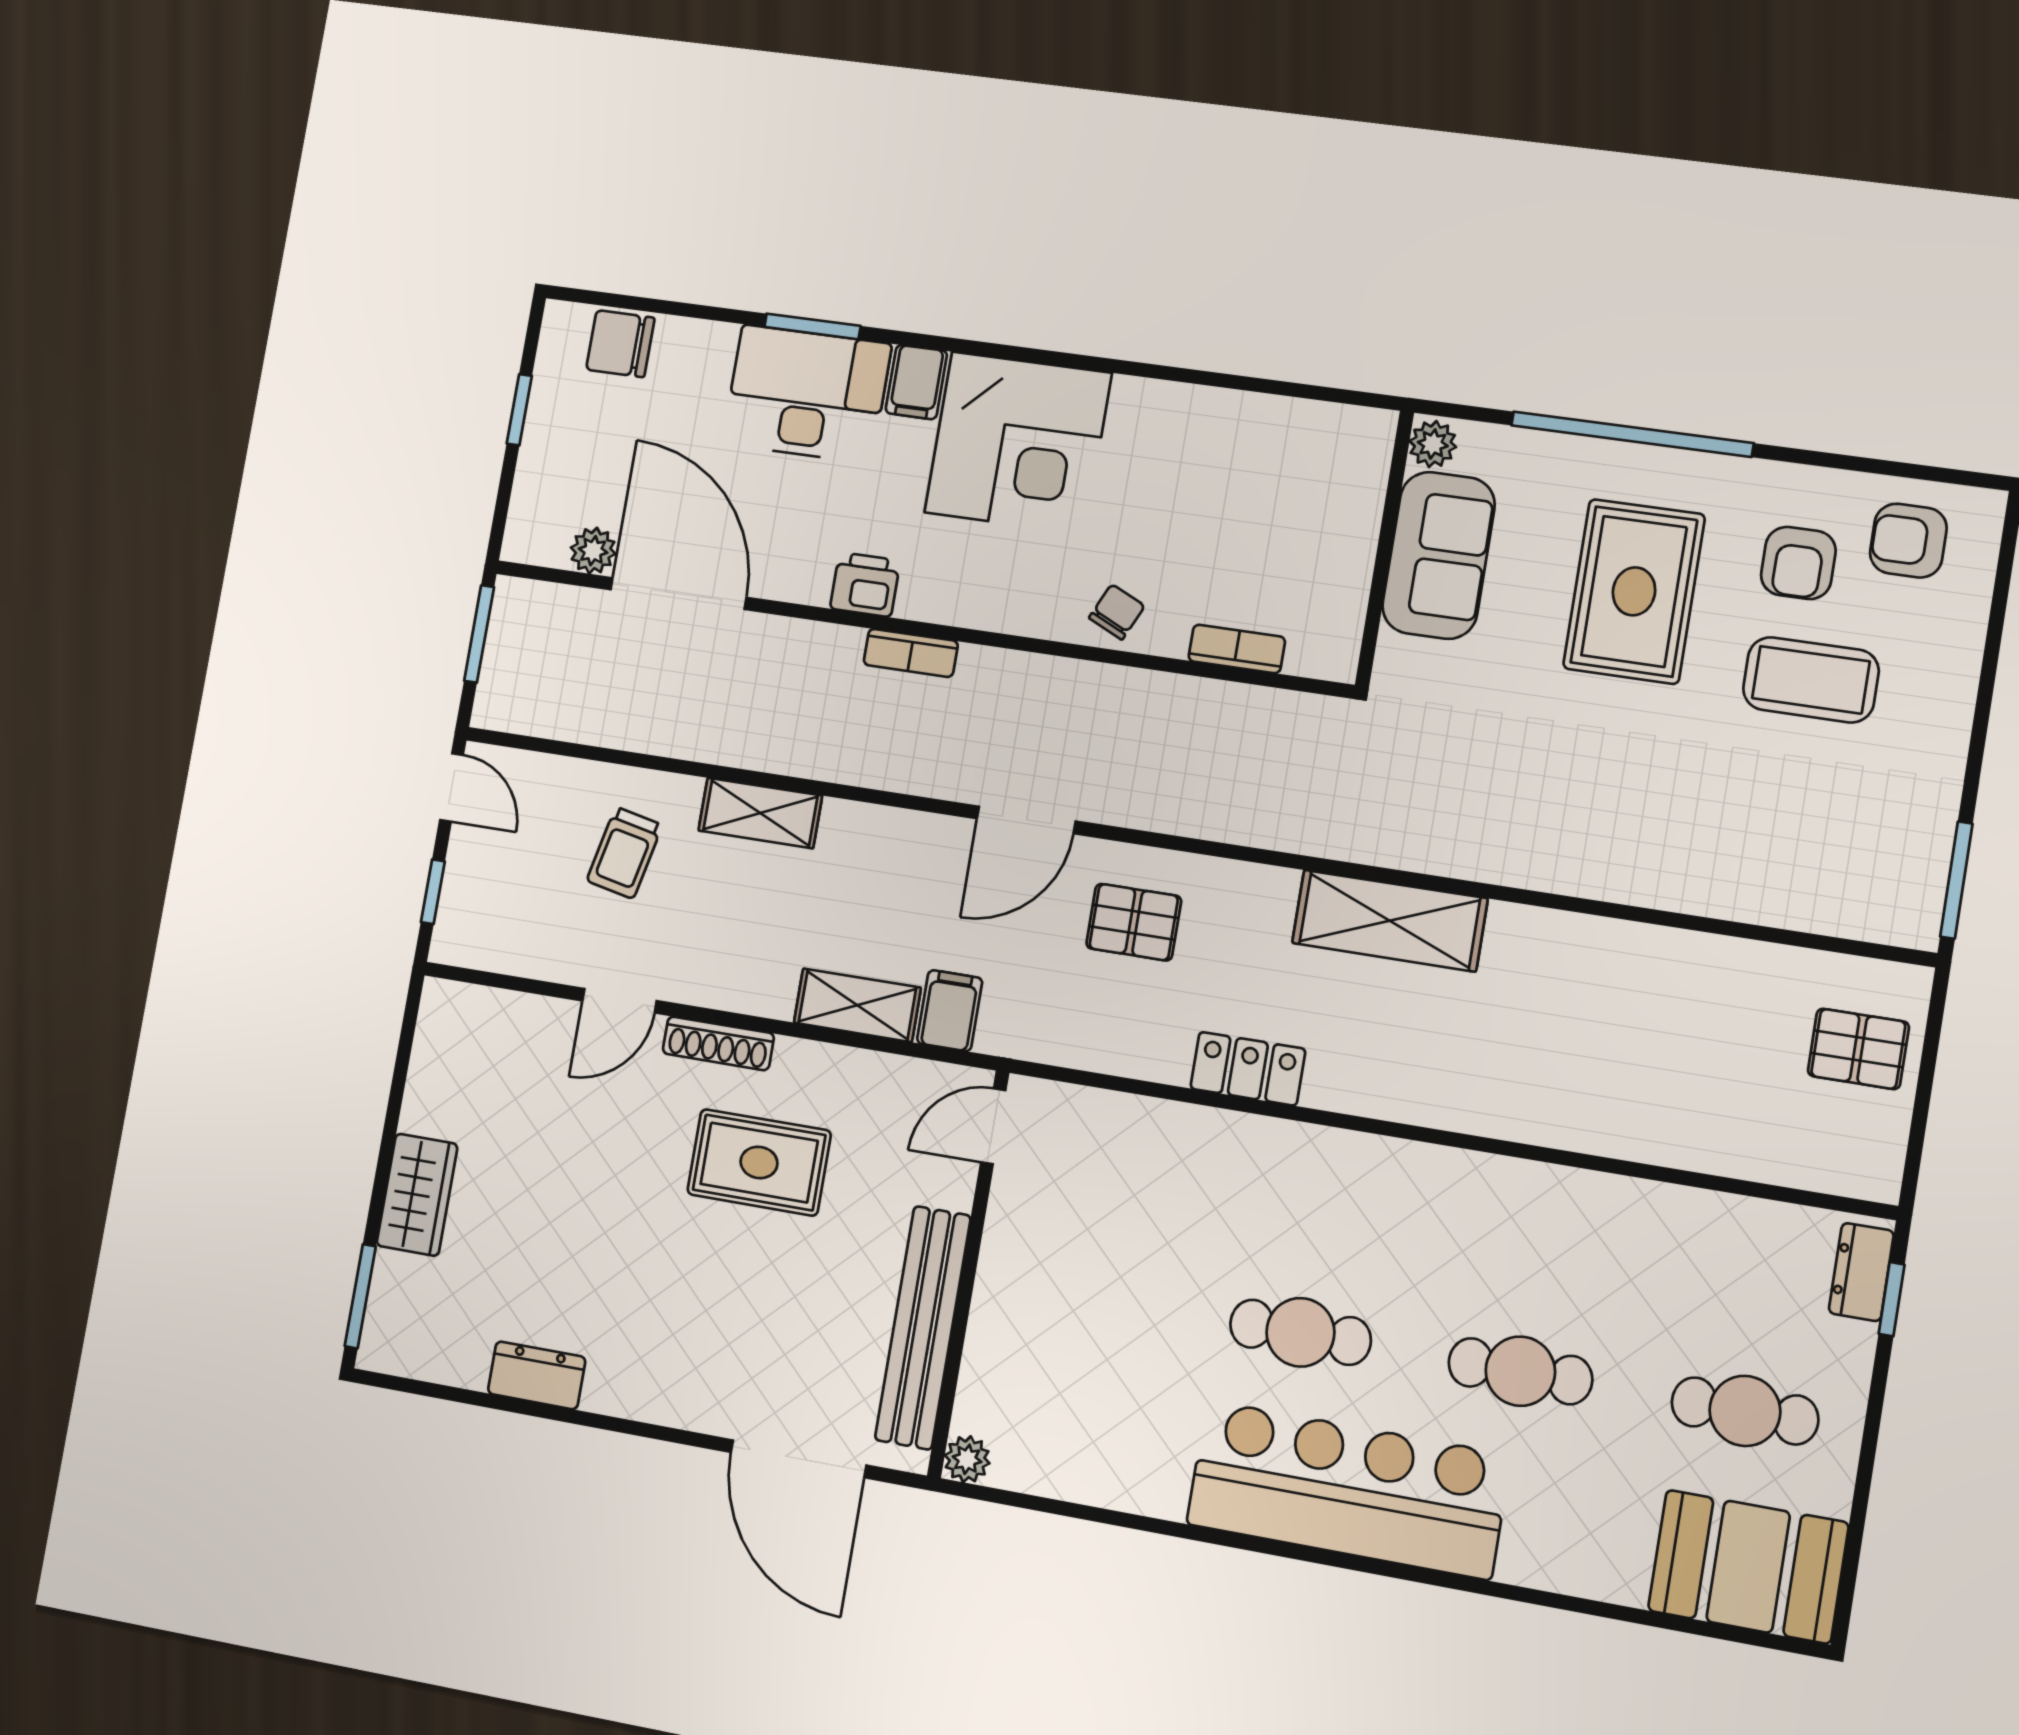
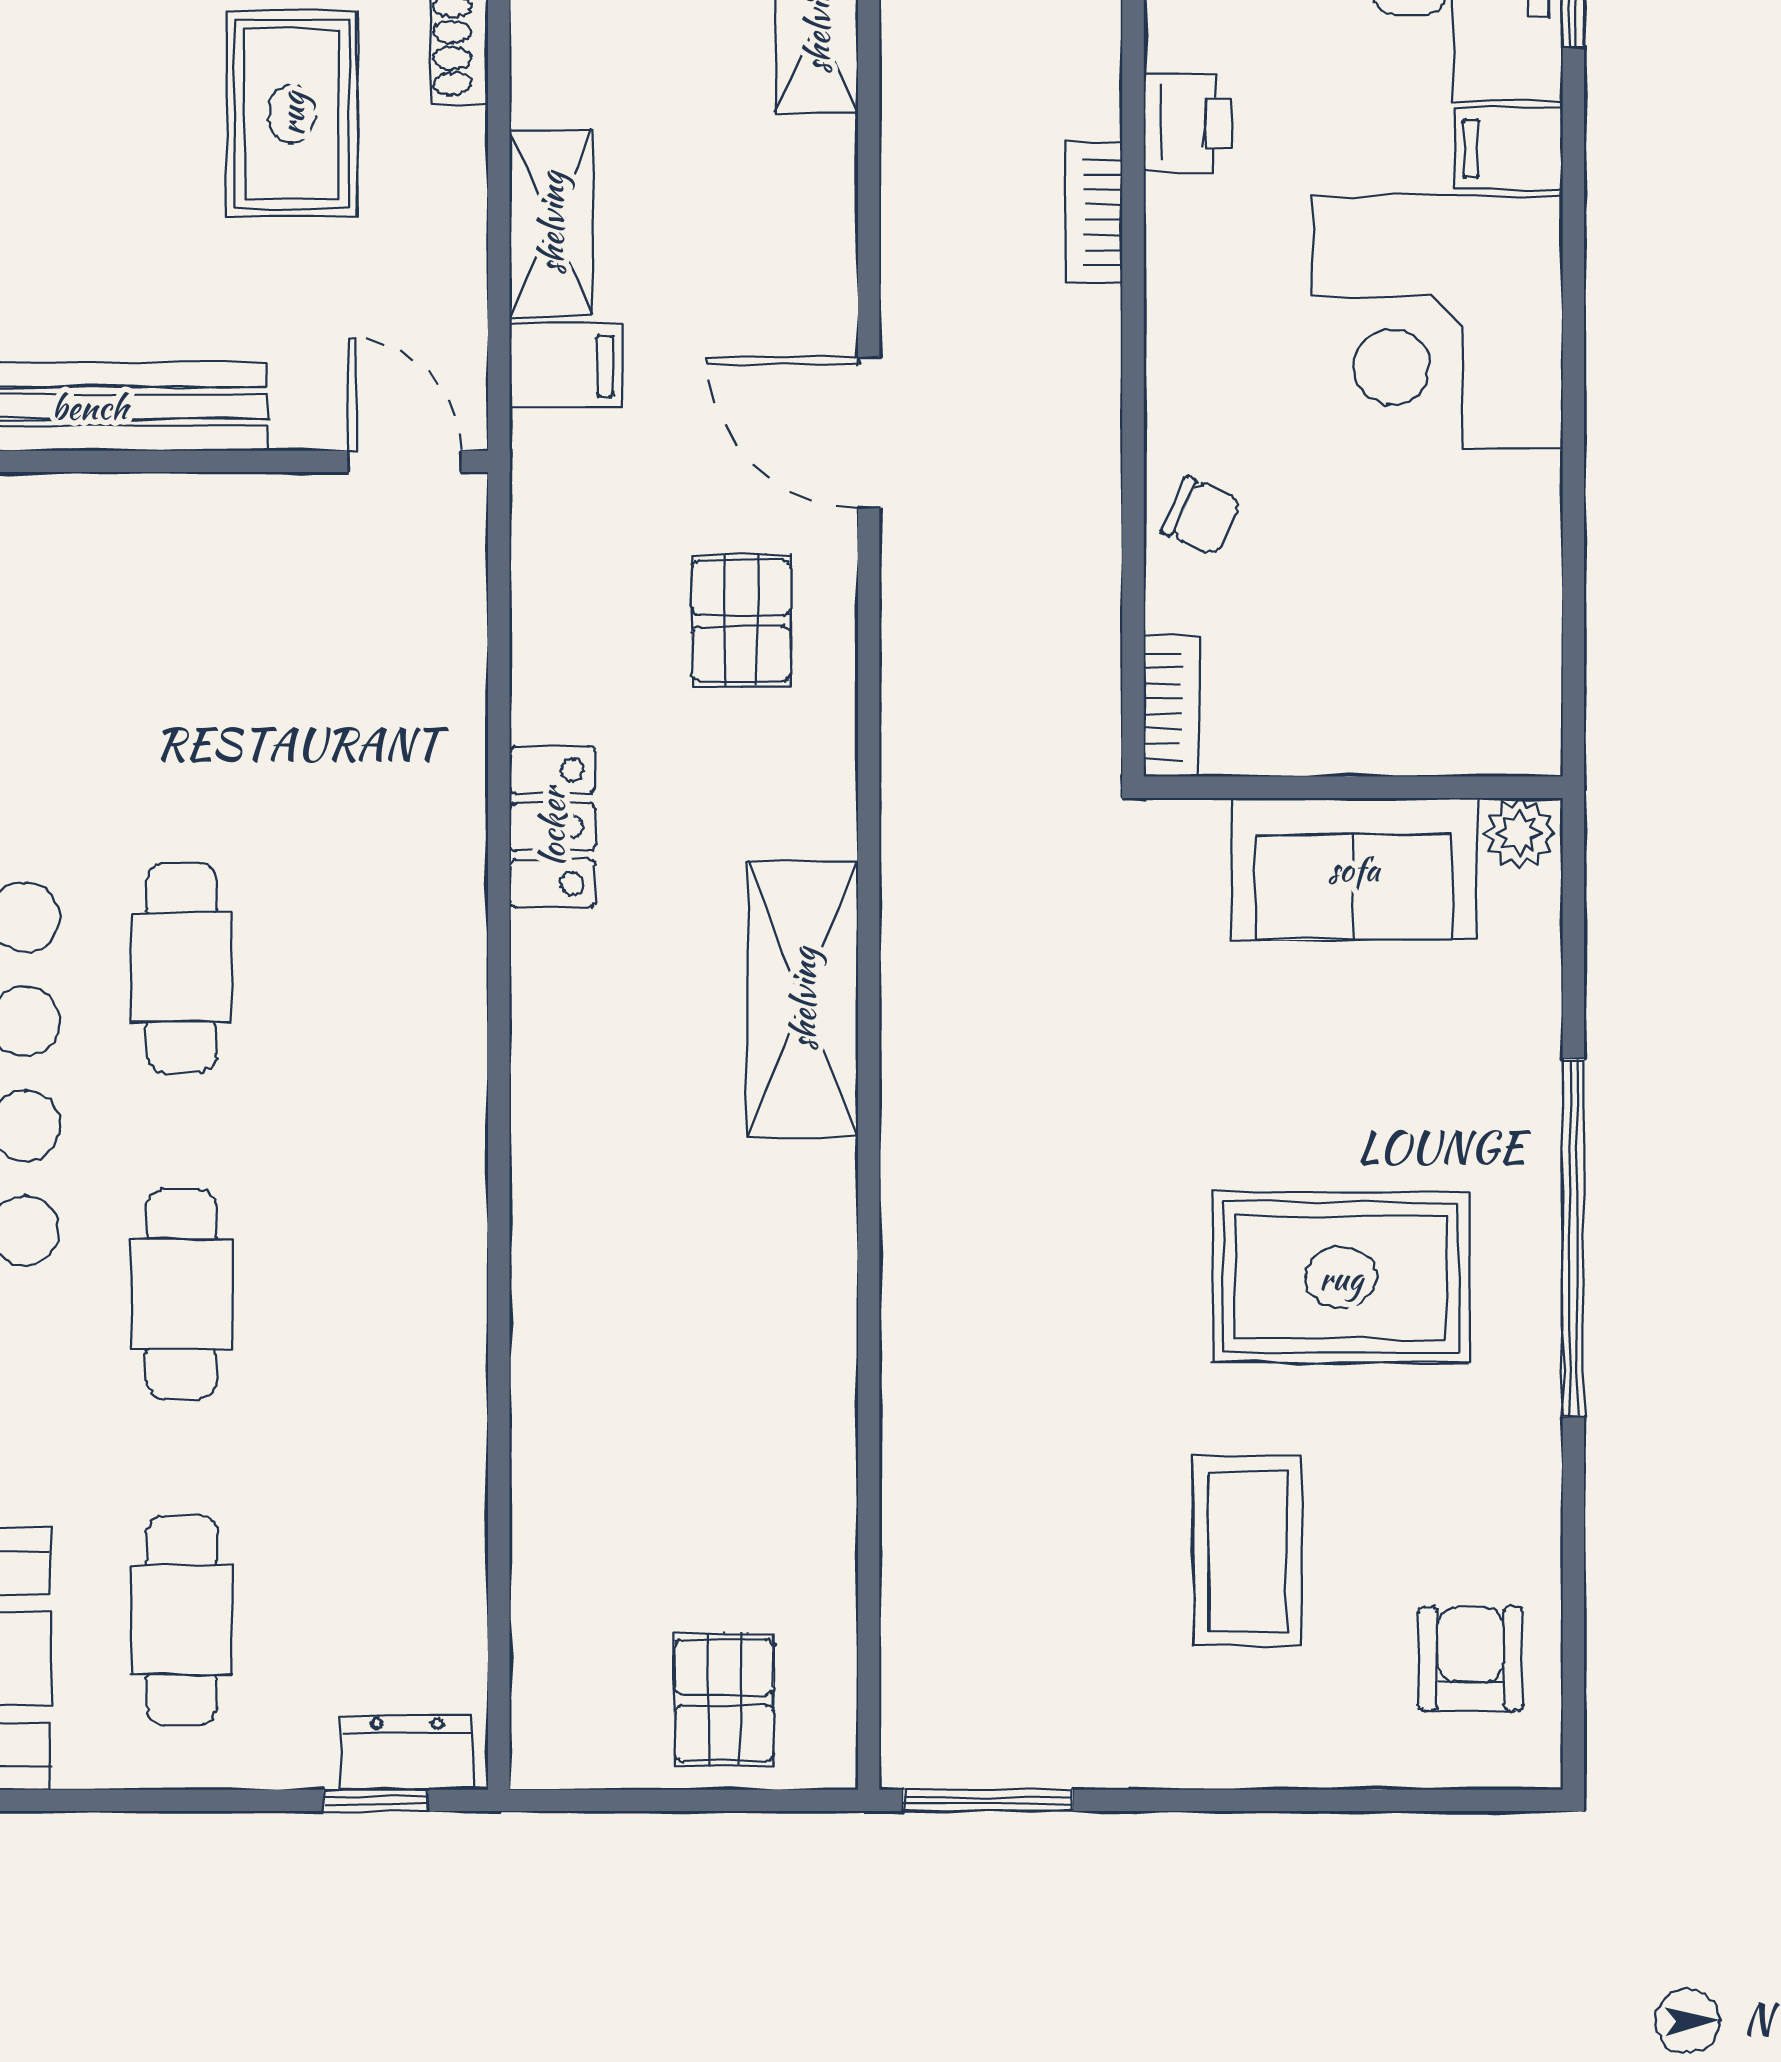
plant: (1433, 444) -> (1519, 833), moved
wall: (1385, 548) -> (1353, 787), moved
sofa: (1439, 555) -> (1354, 869), moved
armchair: (1798, 563) -> (1416, 1507), removed

